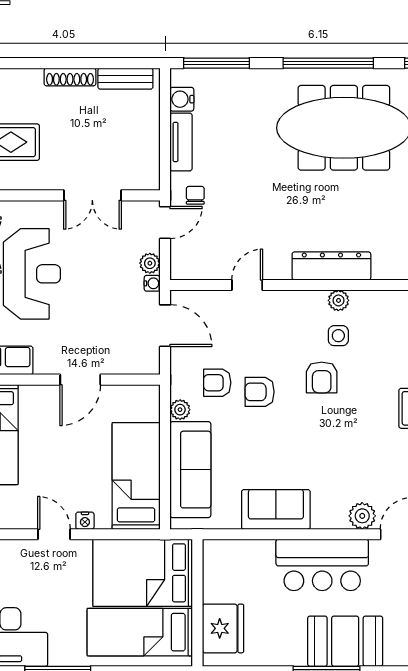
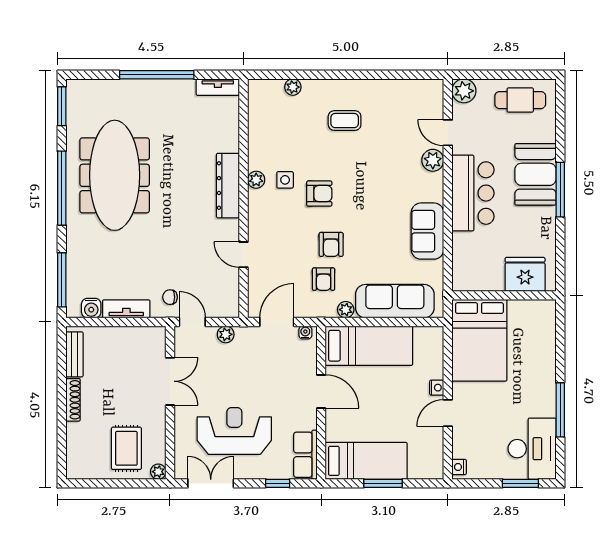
water cooler: (152, 283) -> (305, 333), moved
bed: (136, 476) -> (369, 346), moved, turned 180
bed: (140, 632) -> (528, 343), removed

